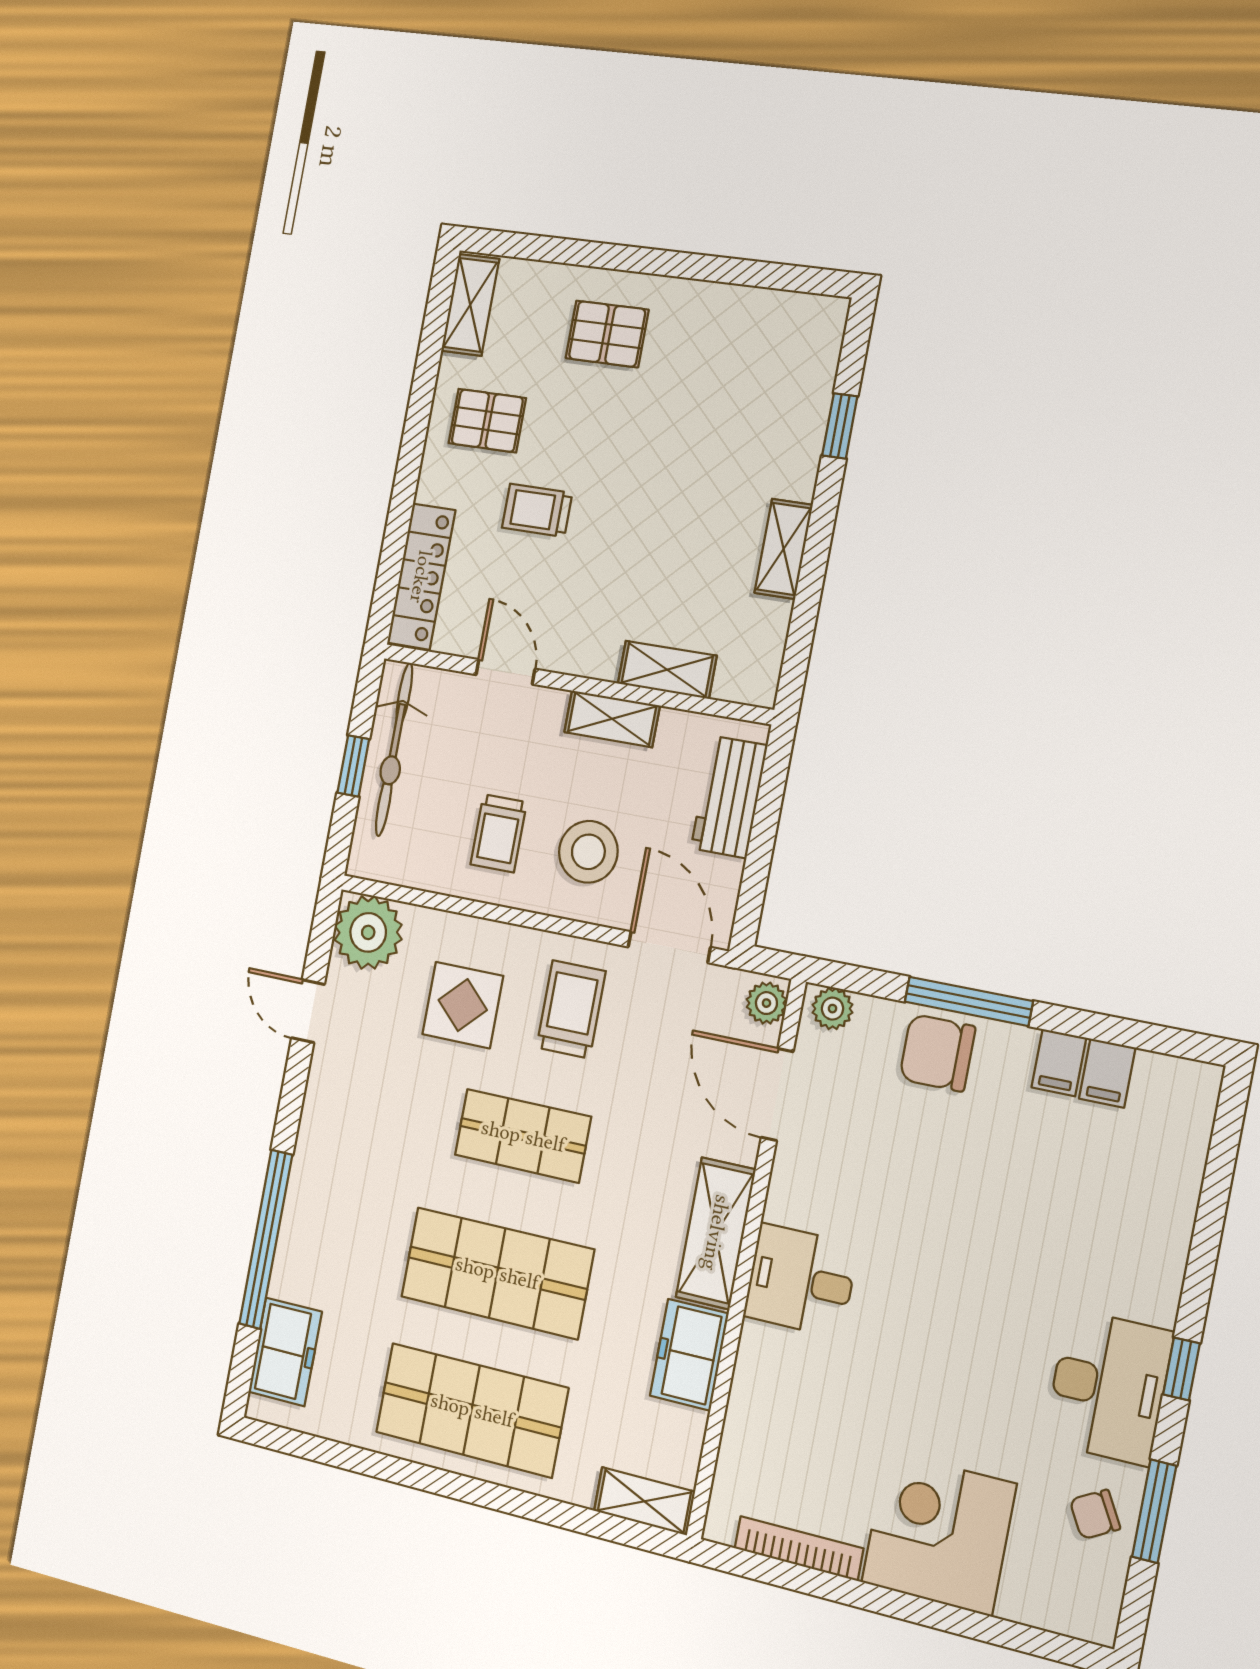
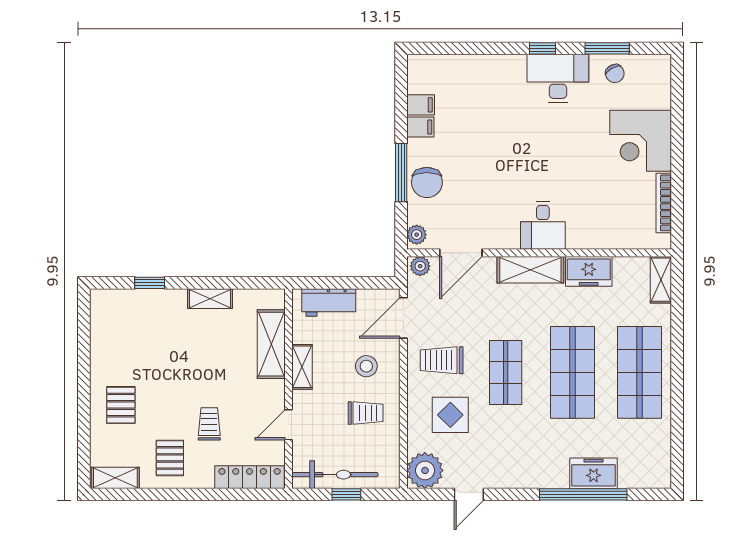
trolley: (537, 510) -> (209, 424), turned 180
shelving: (667, 670) -> (271, 344), width x1.50, depth x1.33
stool: (588, 852) -> (366, 366), width x0.73, depth x0.73
freezer: (285, 1352) -> (594, 473), moved

